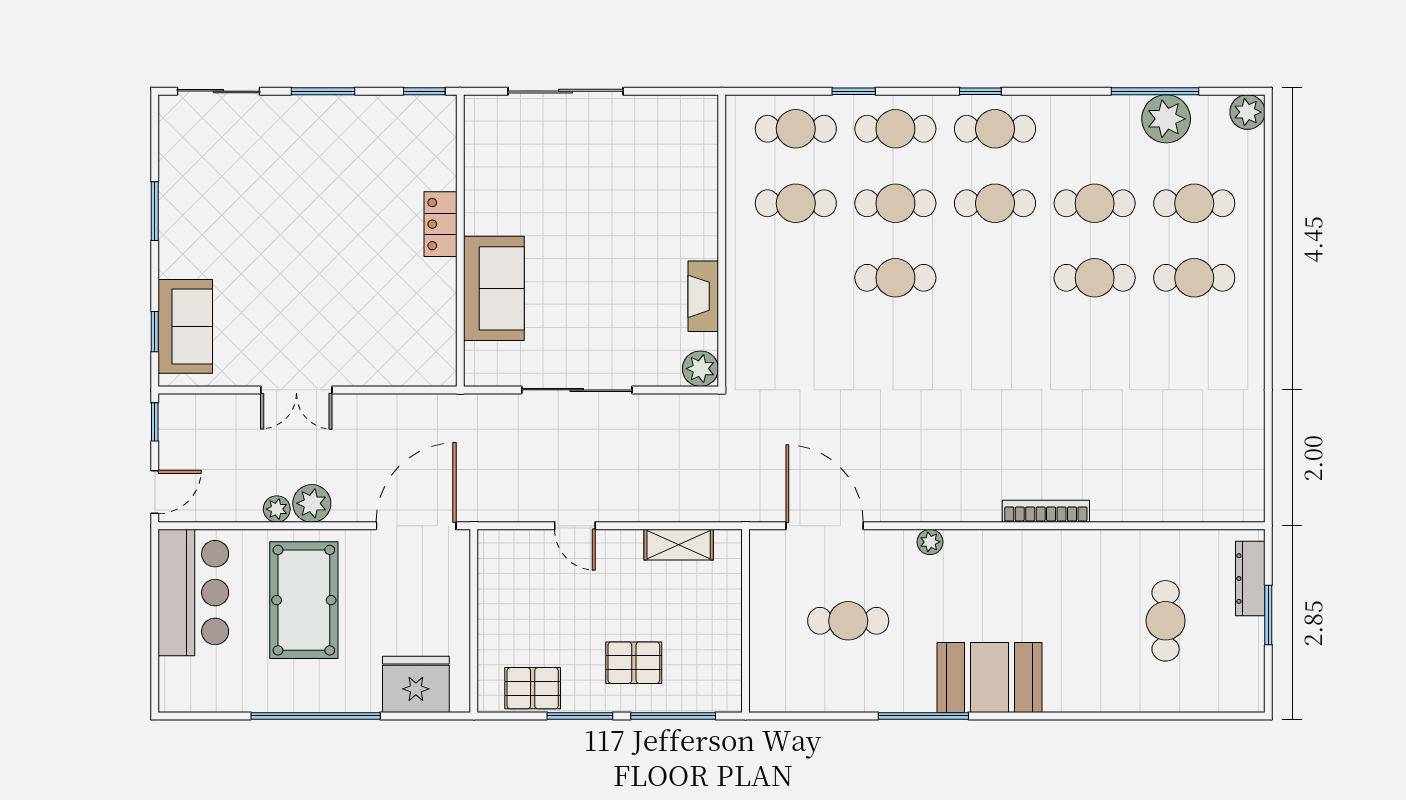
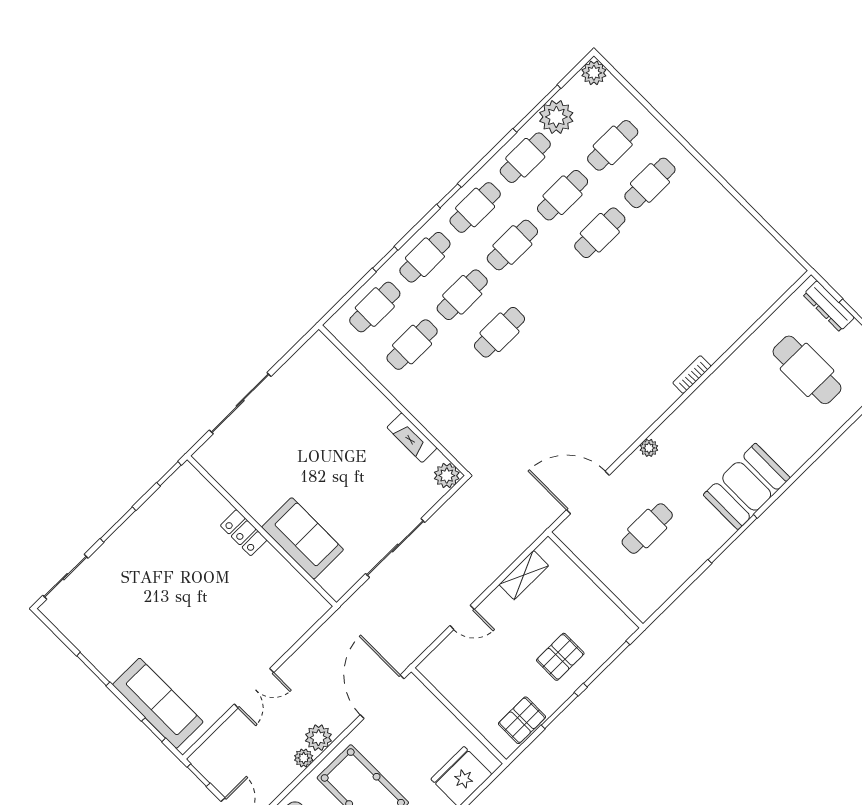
cafe table: (1095, 129) -> (525, 158), added
sofa: (185, 326) -> (158, 703), width x1.36
bookcase: (1046, 511) -> (692, 375), width x0.64
cafe table: (1166, 621) -> (807, 370), width x1.37, depth x1.35

